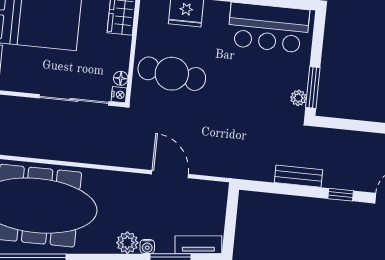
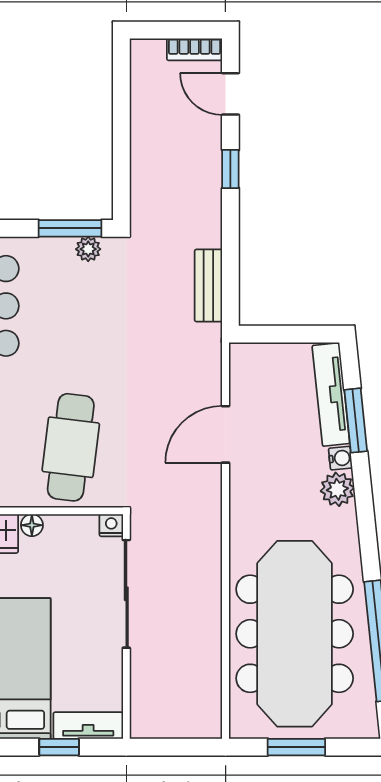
floor lamp: (121, 78) -> (32, 525), moved
bench: (298, 176) -> (208, 285), moved
tv unit: (198, 245) -> (331, 394), width x1.41

